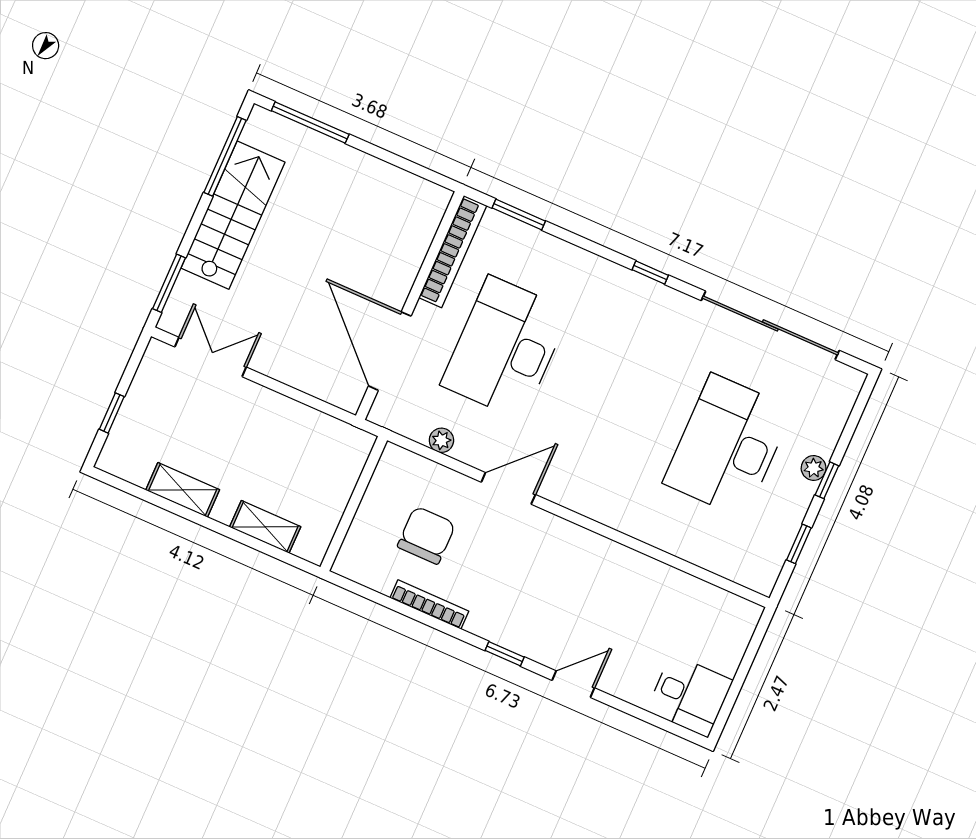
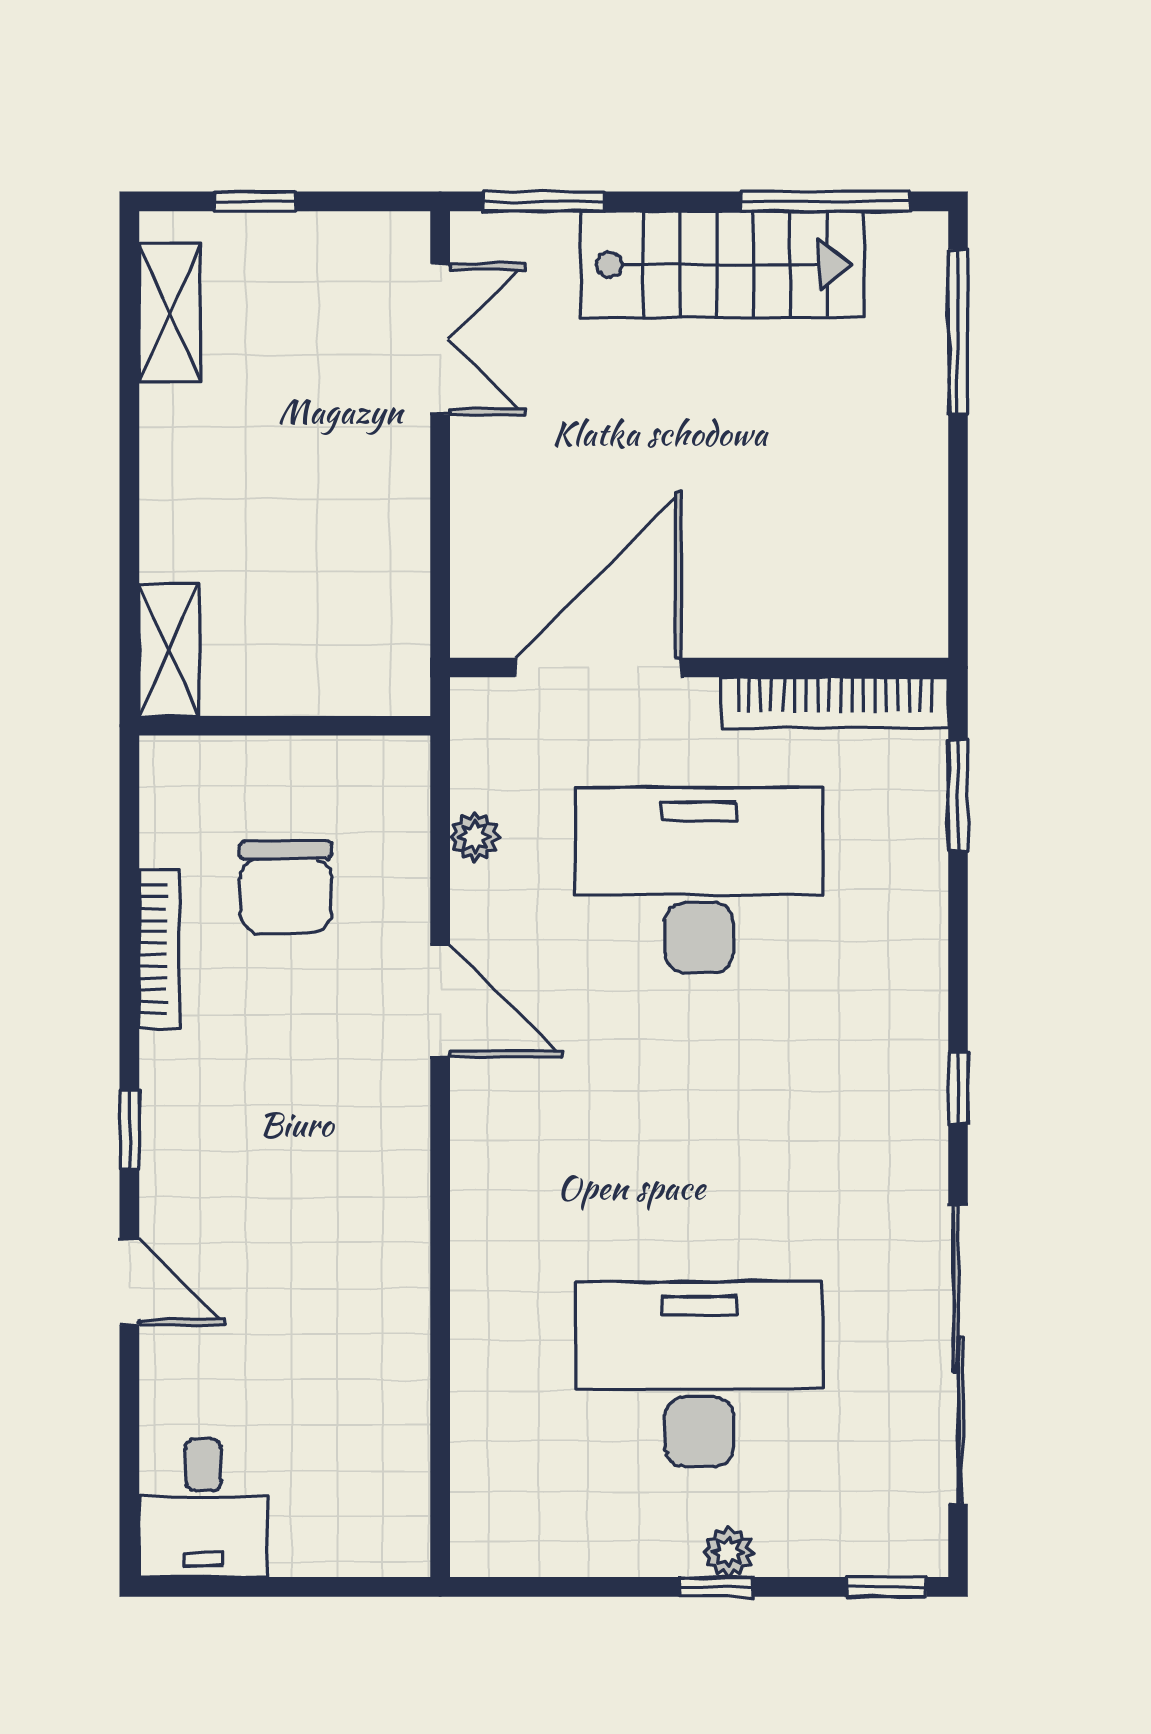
shelving: (183, 490) -> (170, 313), moved
shelving: (265, 527) -> (169, 650), moved
chair: (426, 535) -> (286, 887), turned 90
window: (799, 544) -> (886, 1587), moved

